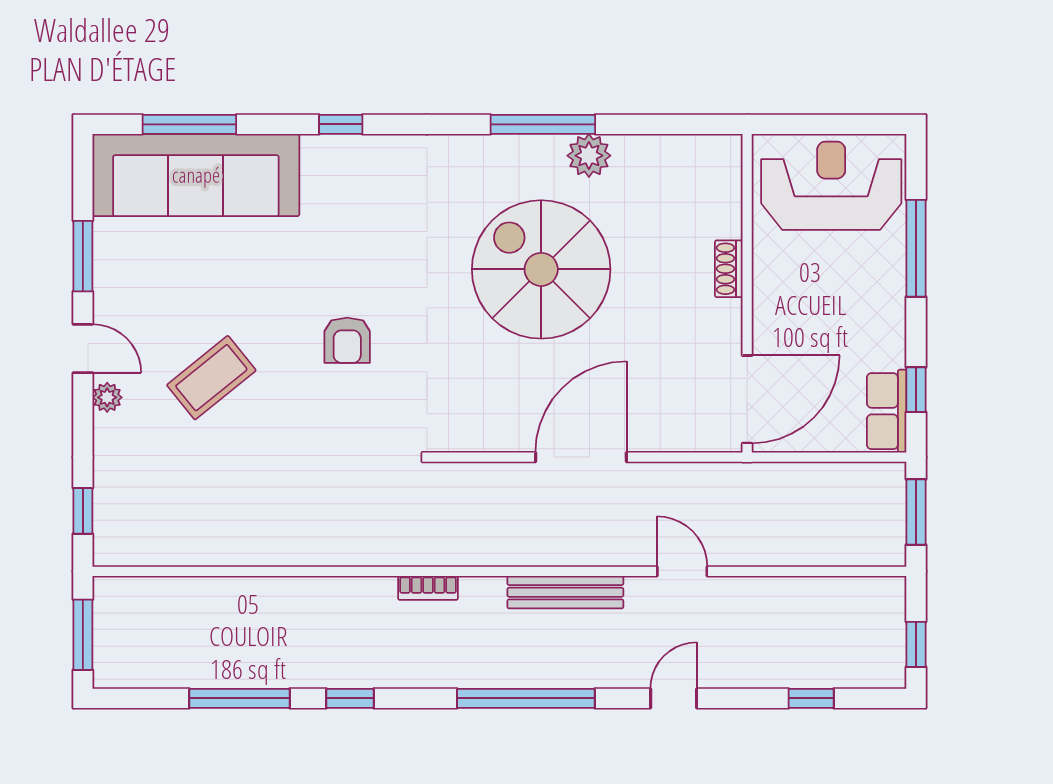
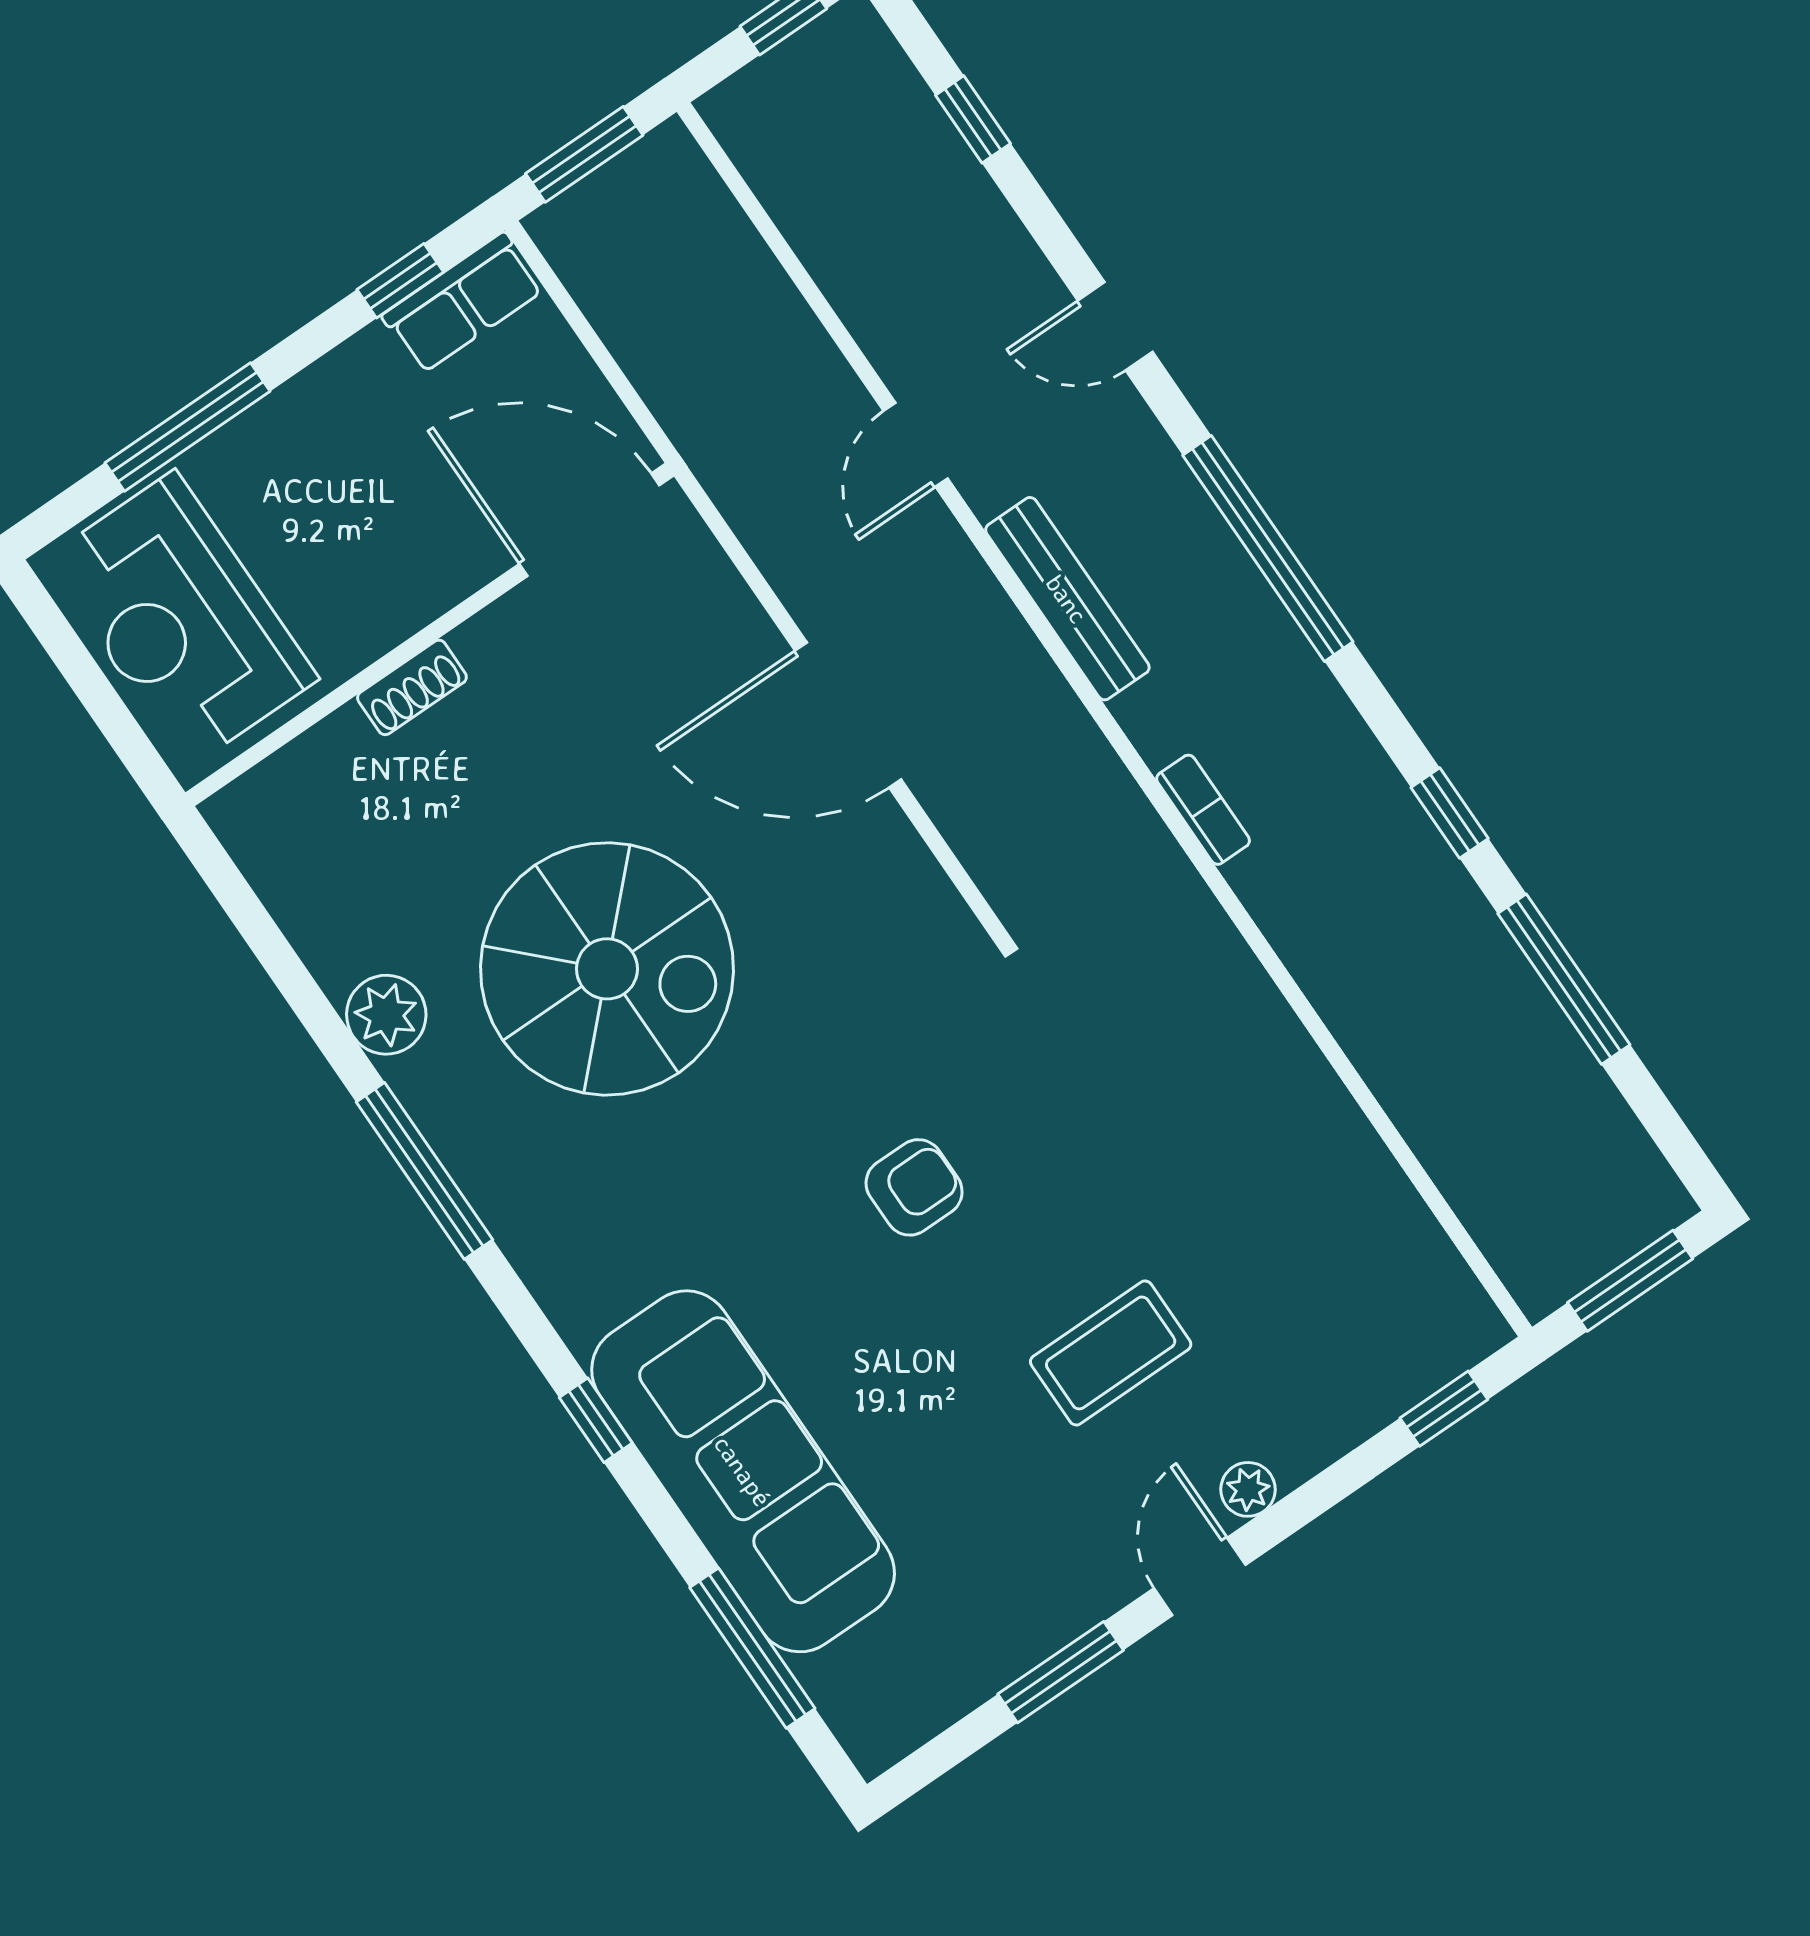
window: (543, 124) -> (424, 1171), moved
sofa: (196, 175) -> (743, 1471), moved
spiral stairs: (541, 269) -> (607, 969), turned -90
coffee table: (211, 378) -> (1111, 1353), turned -51

